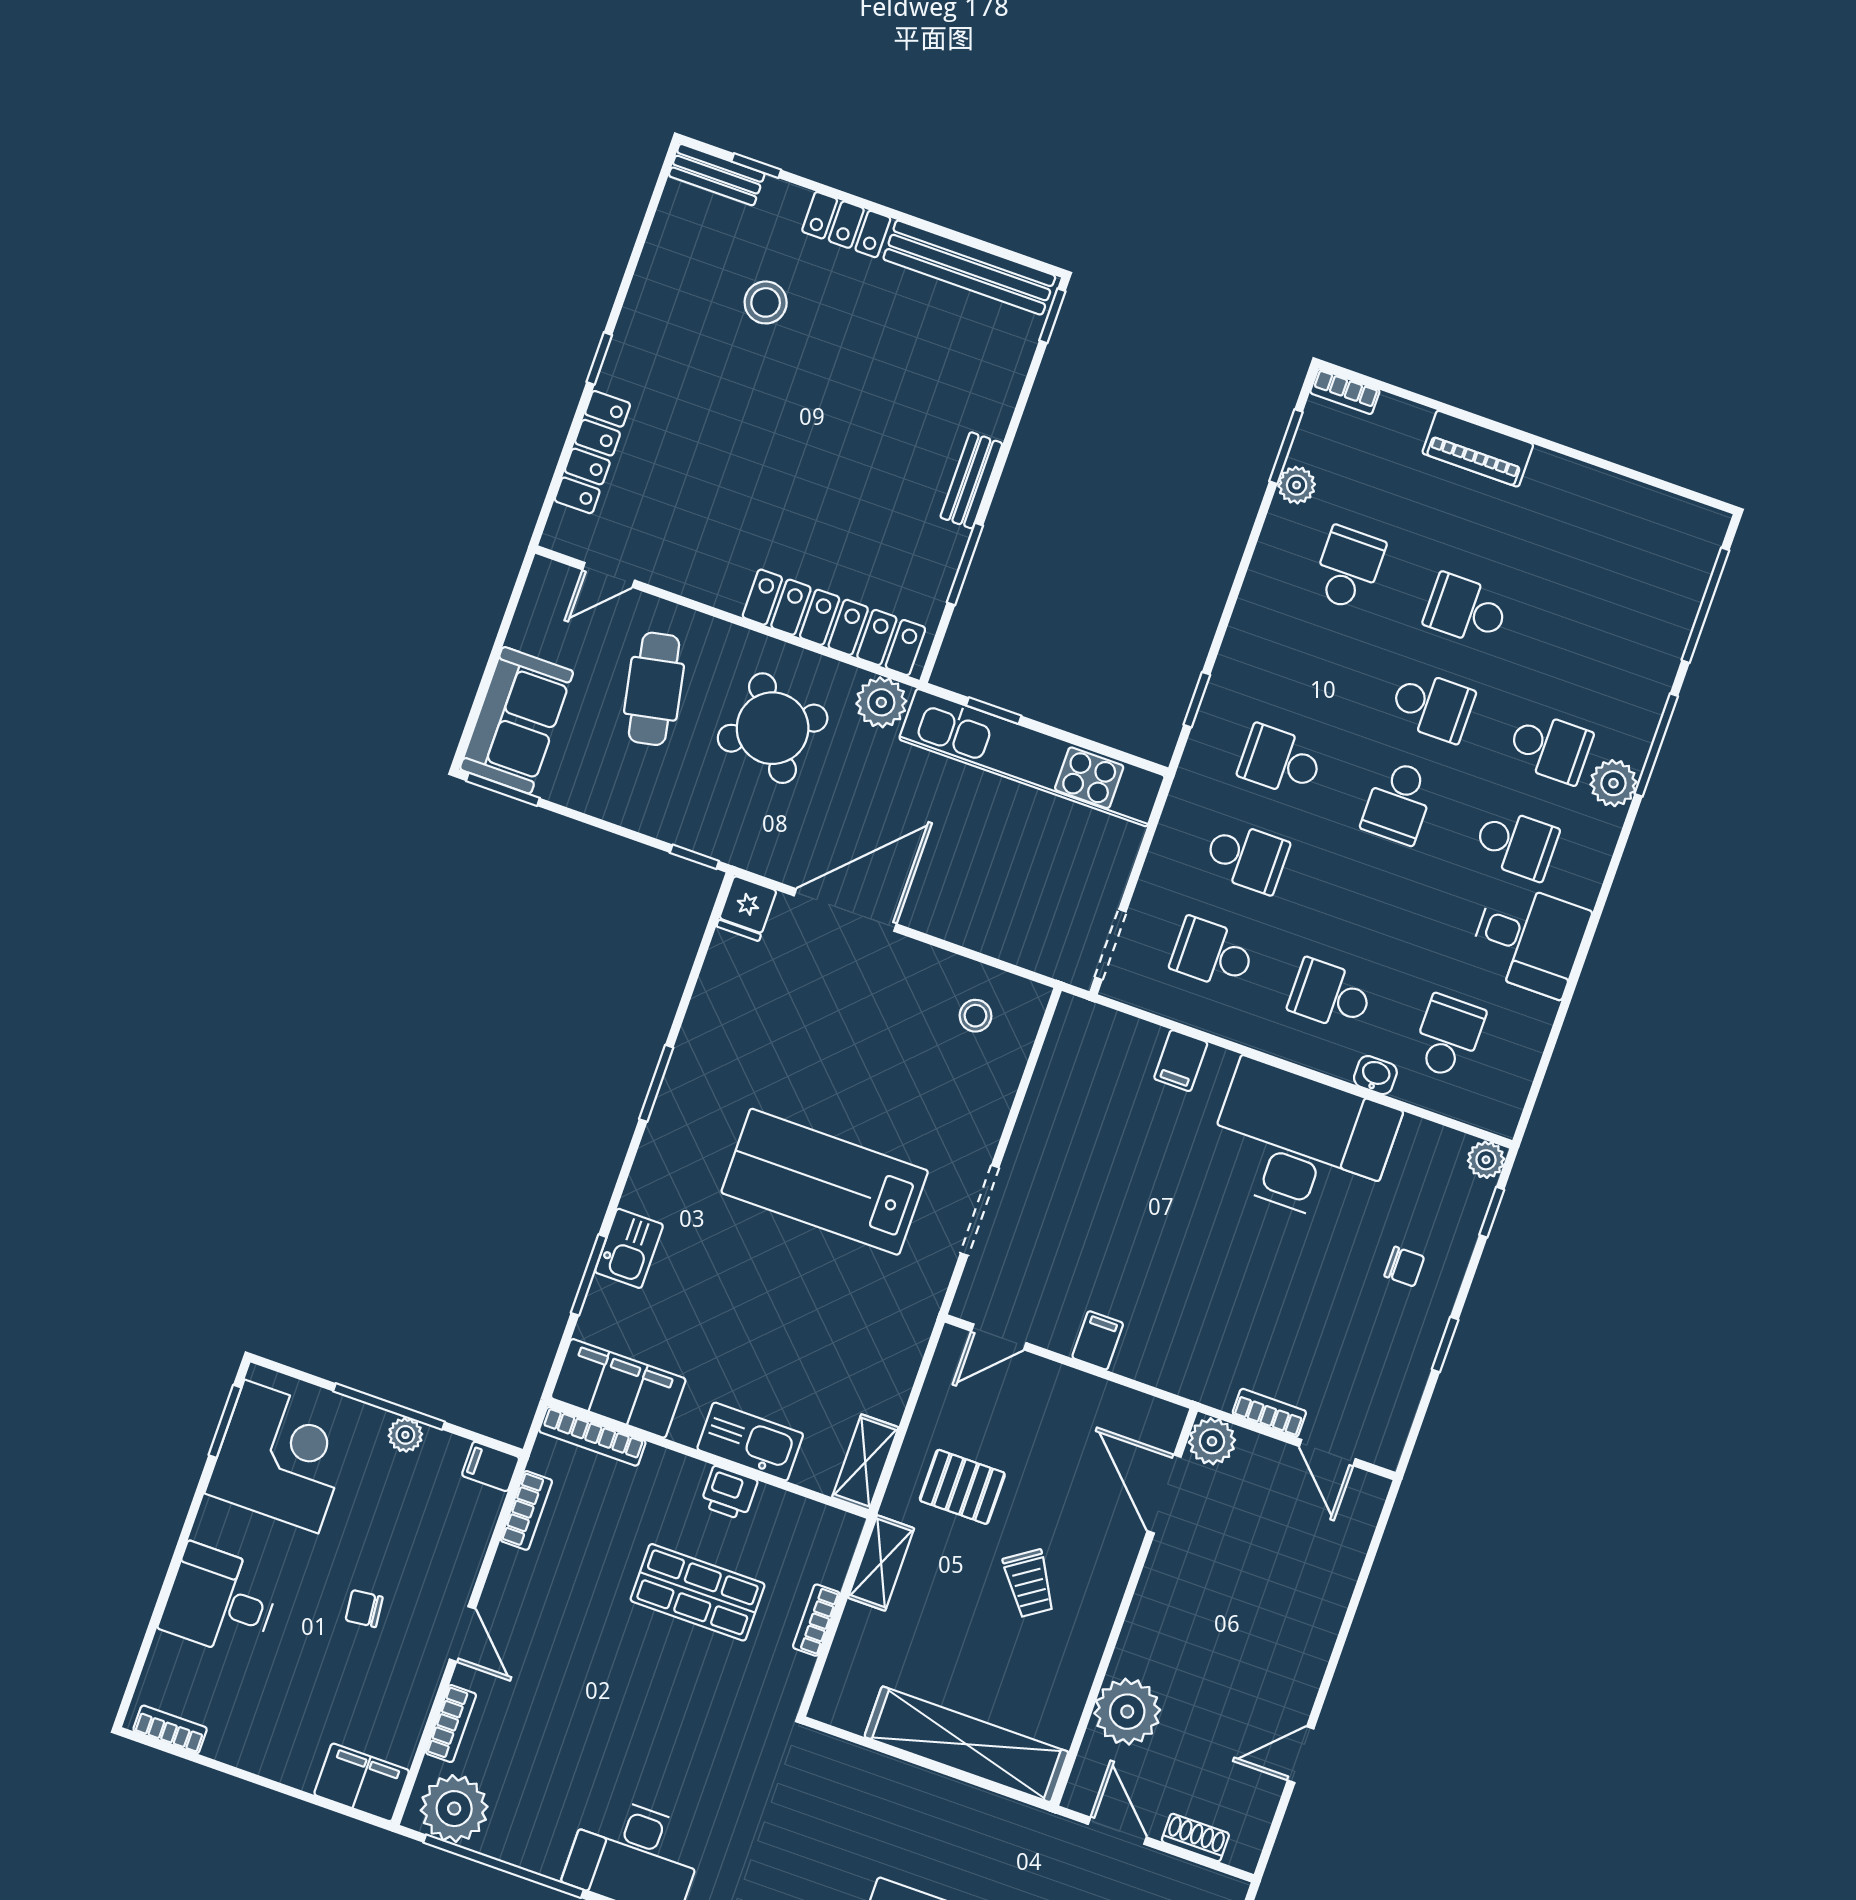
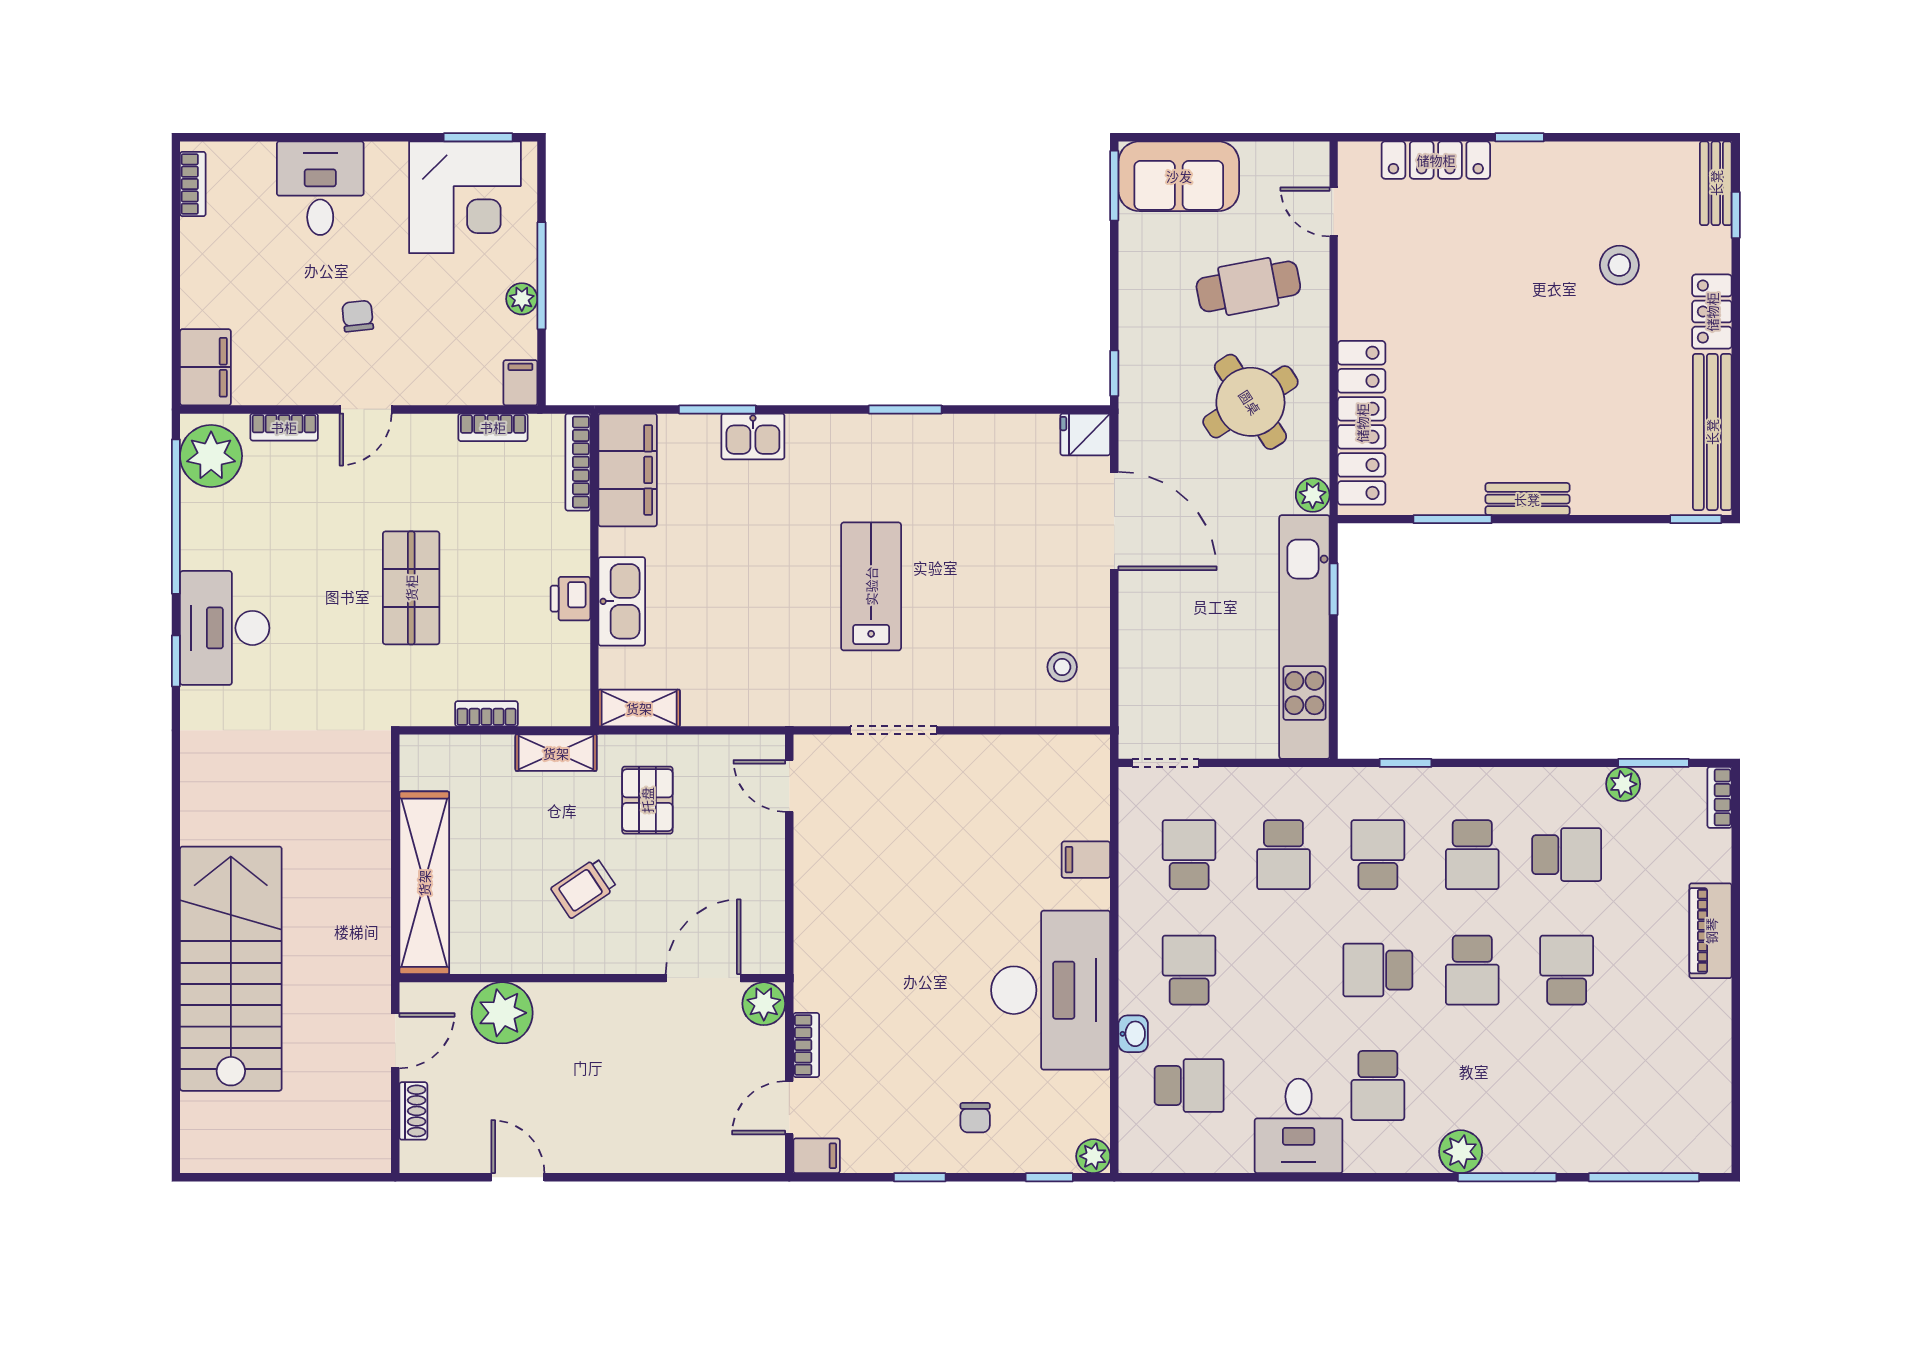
plant: (881, 702) -> (1313, 495), width x0.73, depth x0.73
school desk: (1550, 748) -> (1472, 855), moved
lab bench: (825, 1182) -> (871, 586), width x0.73, depth x0.72
filing cabinet: (1098, 1340) -> (817, 1156), moved
shop shelf: (698, 1592) -> (411, 588), moved

